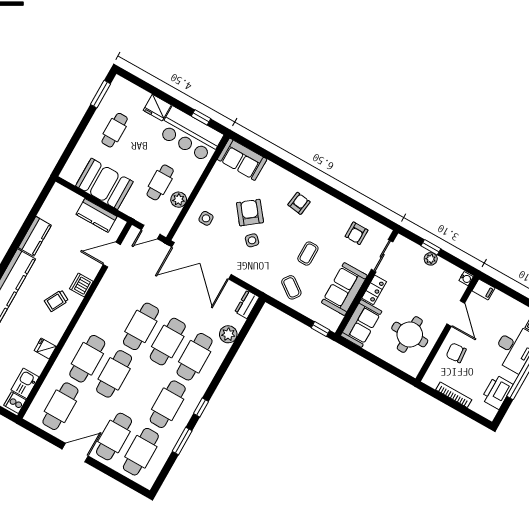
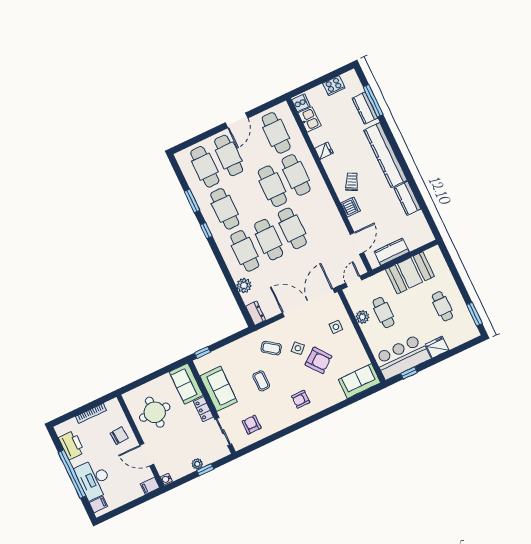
armchair: (299, 203) -> (301, 399), turned 82
coffee table: (291, 287) -> (271, 348), moved

